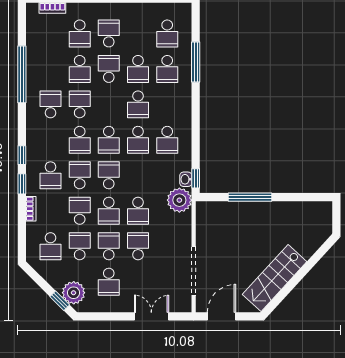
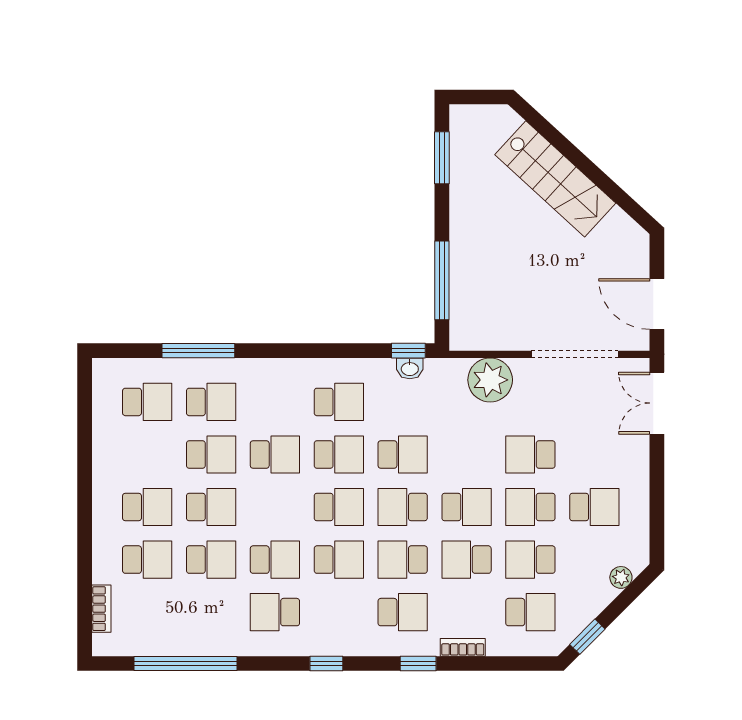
school desk: (109, 33) -> (147, 507), turned 180
school desk: (109, 69) -> (211, 507), turned 180
window: (22, 74) -> (186, 663), moved
school desk: (80, 104) -> (275, 560), turned 180
window: (22, 155) -> (326, 663), moved
window: (250, 197) -> (442, 280), moved
window: (303, 197) -> (442, 158), added
plant: (179, 200) -> (490, 380), moved
school desk: (138, 211) -> (403, 454), moved
stairs: (275, 278) -> (555, 179), moved
plant: (74, 293) -> (621, 577), width x0.53, depth x0.53
window: (60, 301) -> (587, 637), moved
double door: (151, 316) -> (657, 403), moved

